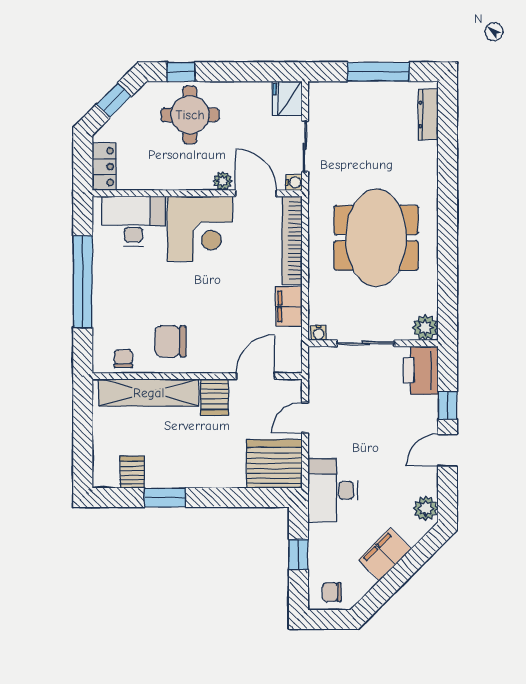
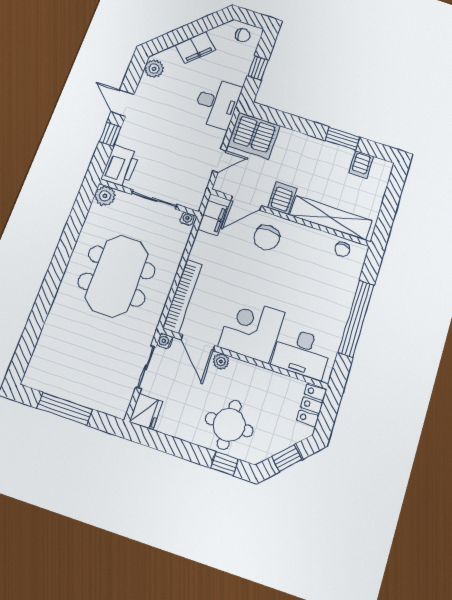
dresser: (428, 114) -> (38, 360), removed
filing cabinet: (289, 306) -> (213, 218), moved
chair: (171, 341) -> (267, 237), moved, turned 90
door: (448, 450) -> (123, 103), swing flipped

